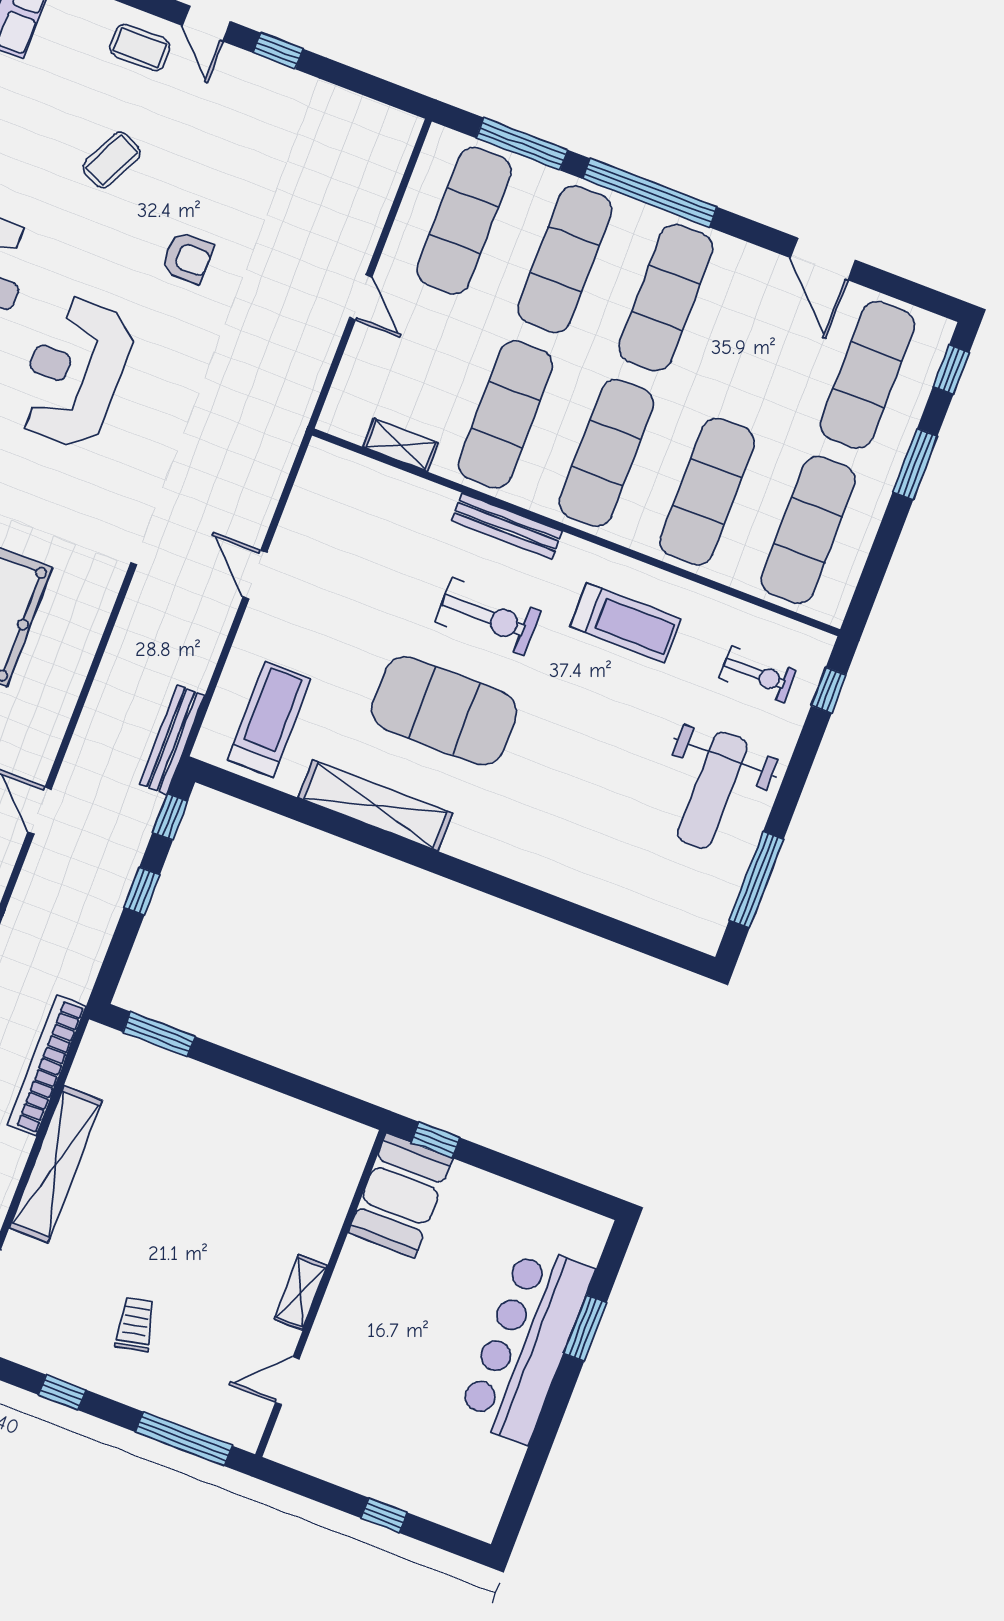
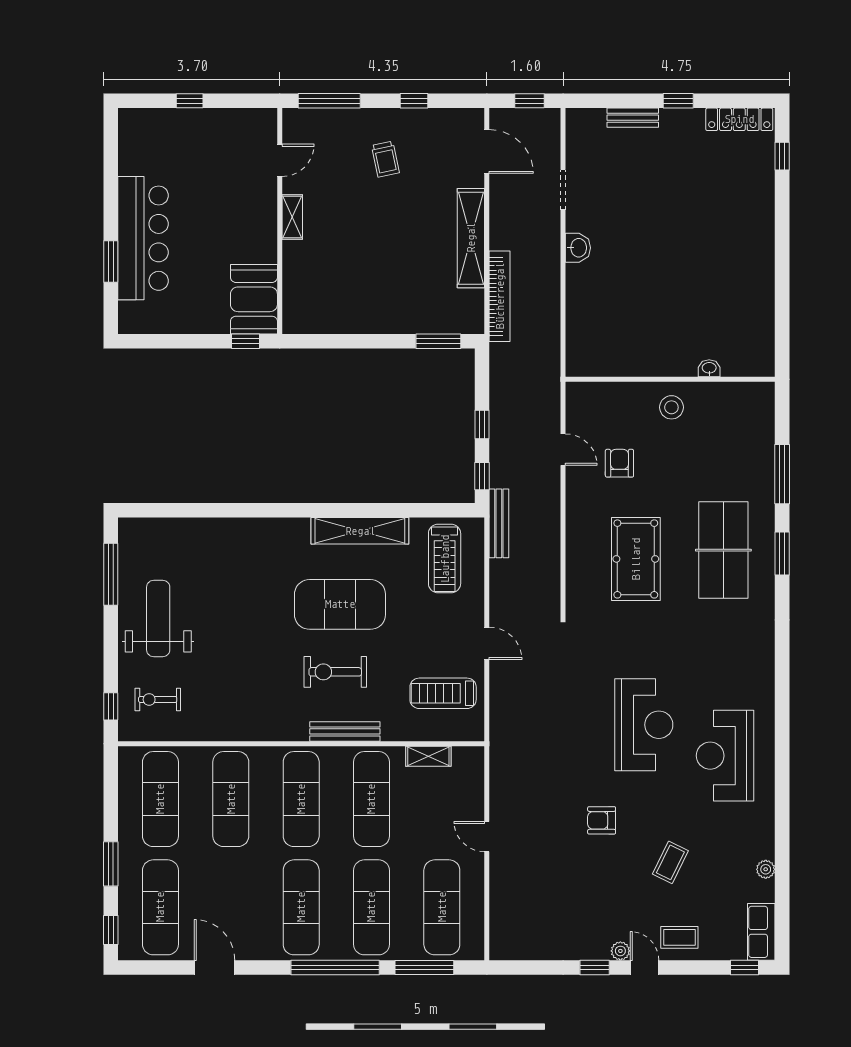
plant: (232, 60) -> (620, 951), added
treadmill: (626, 623) -> (443, 693), moved

